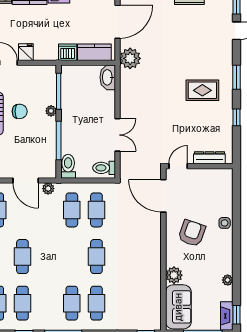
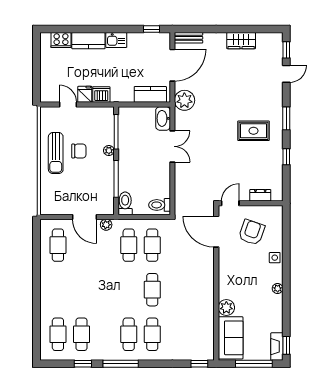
dishwasher: (68, 52) -> (101, 94), moved
double door: (117, 135) -> (172, 146), moved
dresser: (209, 158) -> (260, 195), width x0.70
armchair: (192, 233) -> (252, 232), moved
cafe table: (22, 257) -> (82, 290), removed
plant: (228, 280) -> (278, 288), moved

